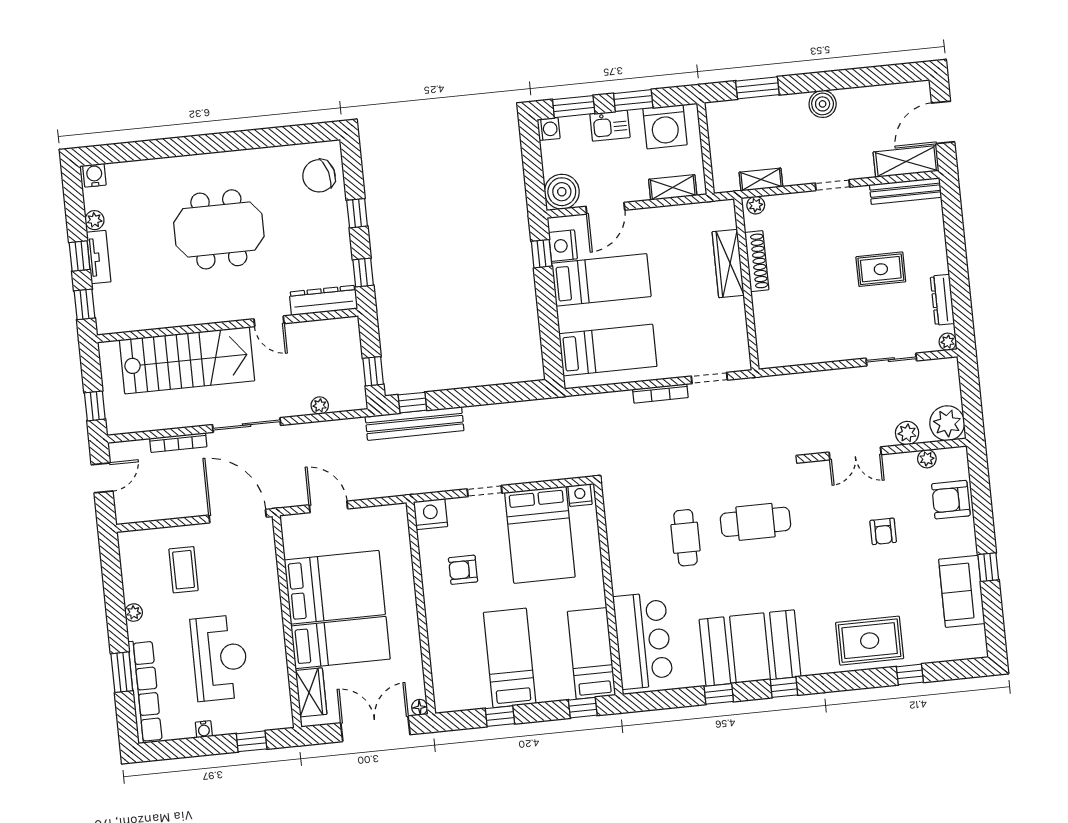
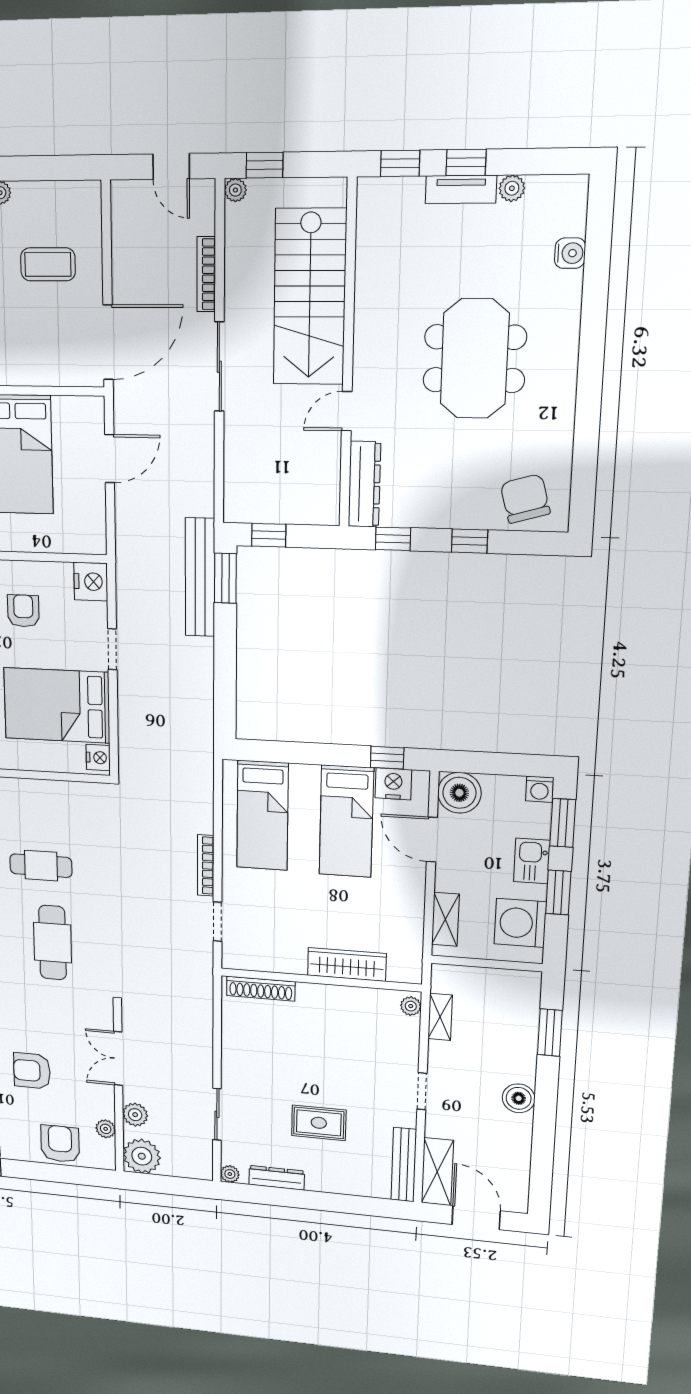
water cooler: (94, 175) -> (570, 253), moved
shoe rack: (757, 261) -> (261, 989), moved
rug: (881, 269) -> (319, 1123), turned 90
window: (412, 403) -> (225, 578), width x1.50
plant: (320, 406) -> (235, 190), moved
armchair: (883, 531) -> (32, 1071), width x1.38, depth x1.38

